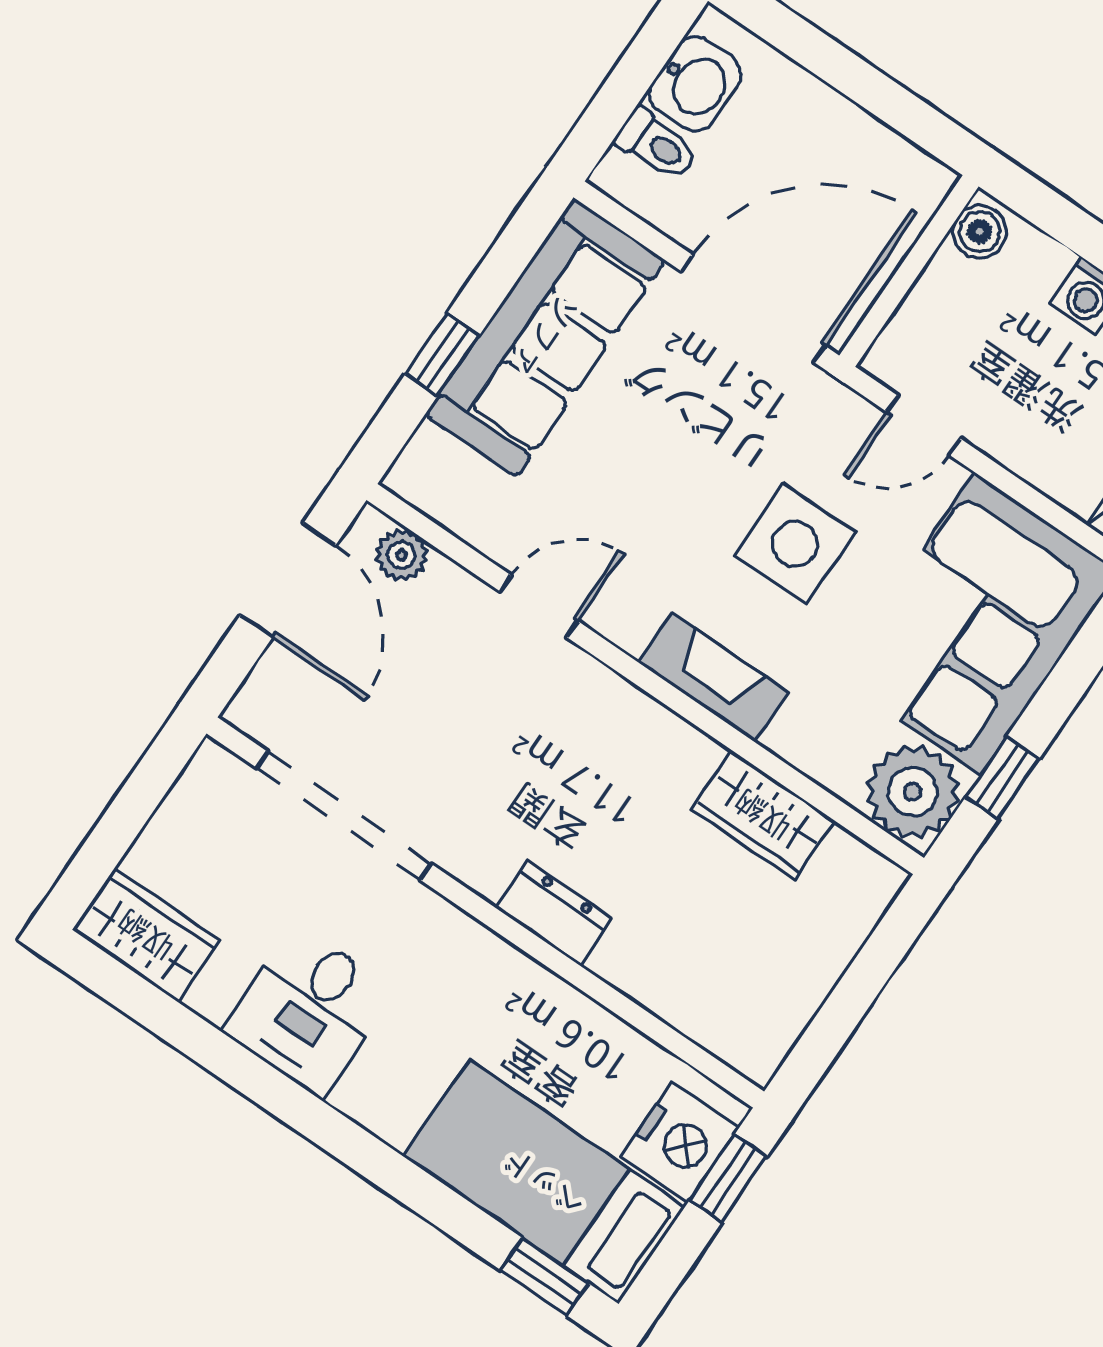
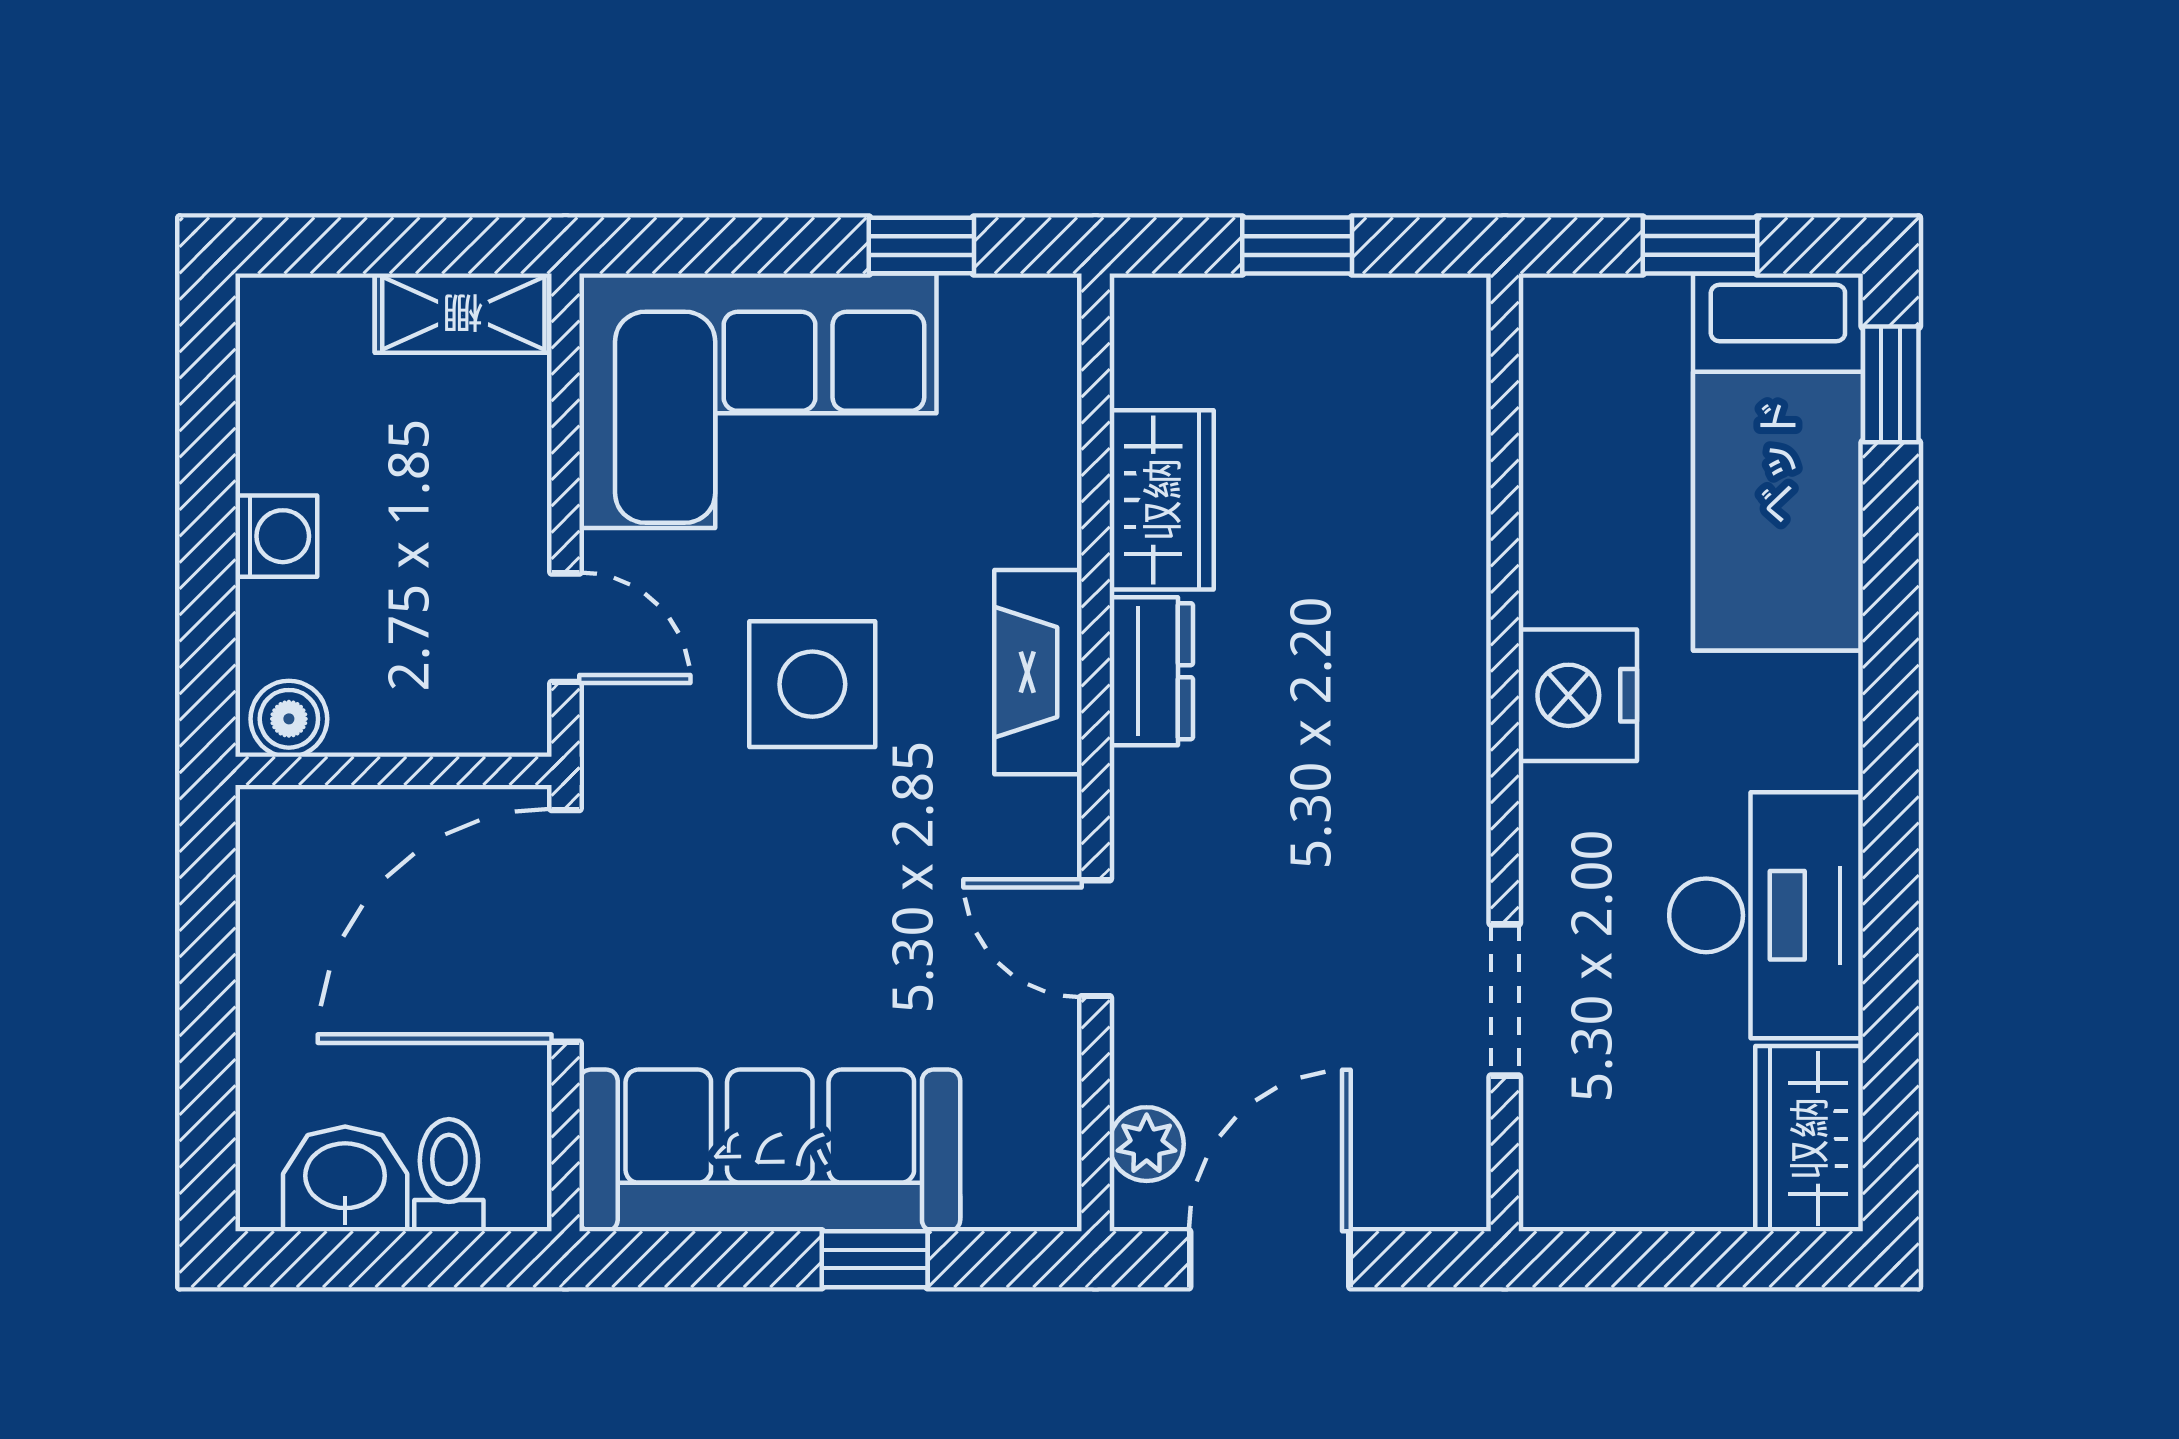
door: (753, 309) -> (566, 926), hinge flipped
plant: (913, 792) -> (1012, 341), removed
doorway: (344, 816) -> (1505, 1000), width x0.53
dresser: (554, 913) -> (1151, 671), moved, turned 180
window: (856, 992) -> (1297, 246), added
desk: (309, 1011) -> (1766, 915), width x1.37
nightstand: (680, 1142) -> (1578, 695), moved, turned -90
window: (728, 1178) -> (1700, 246), moved

